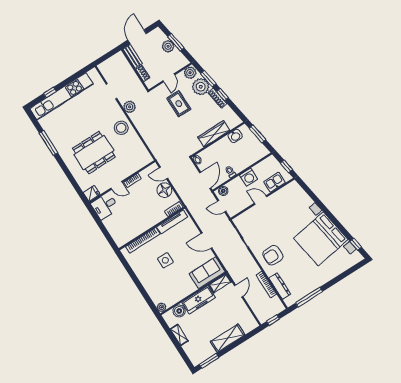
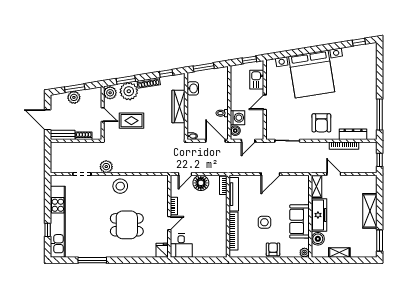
window: (222, 95) -> (166, 73), moved
dining table: (94, 153) -> (127, 225), width x0.73
washing machine: (249, 177) -> (237, 118), moved
bed with nightstands: (321, 239) -> (312, 74), moved
sofa: (207, 273) -> (300, 221), moved
armchair: (148, 281) -> (273, 249), added

